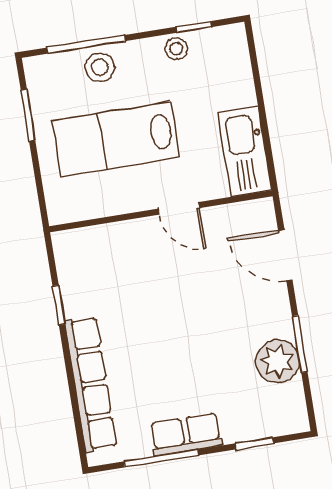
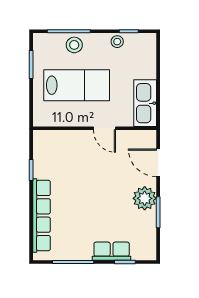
lab bench: (116, 139) -> (77, 85), turned 180
plant: (278, 361) -> (145, 198), moved
row of seats: (186, 434) -> (112, 251), moved

